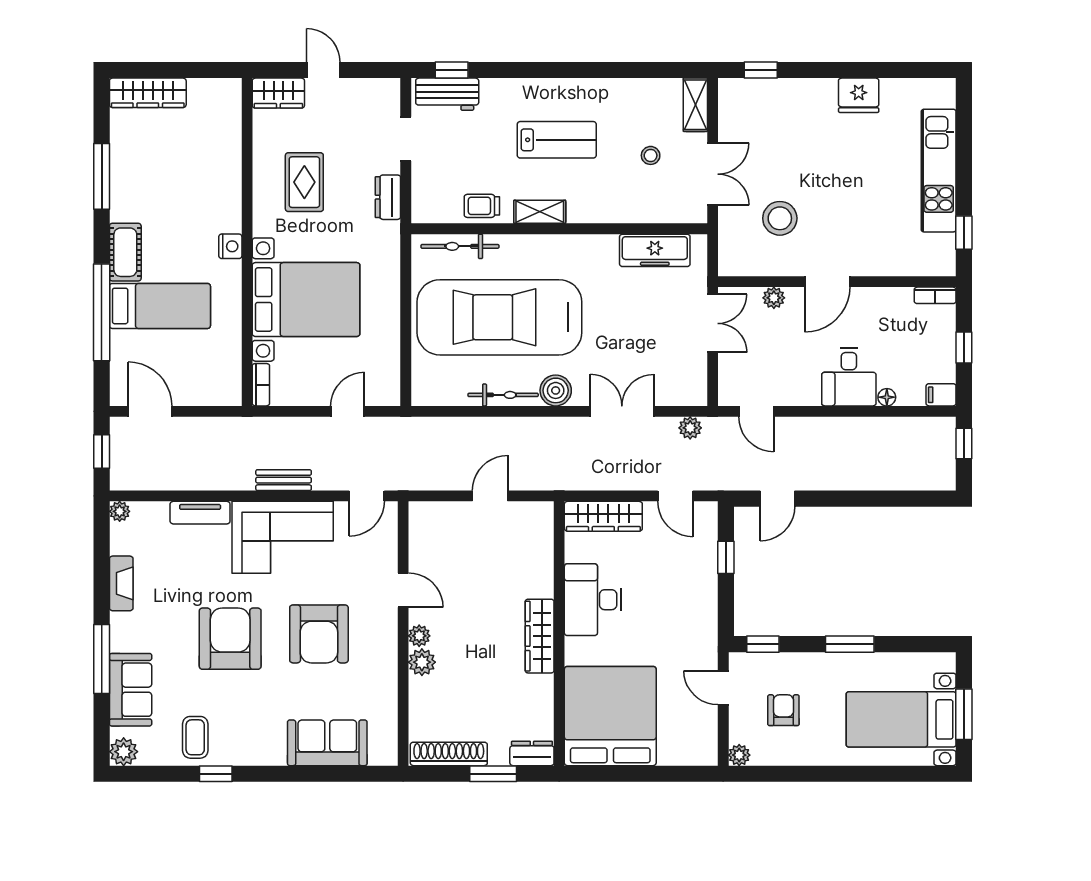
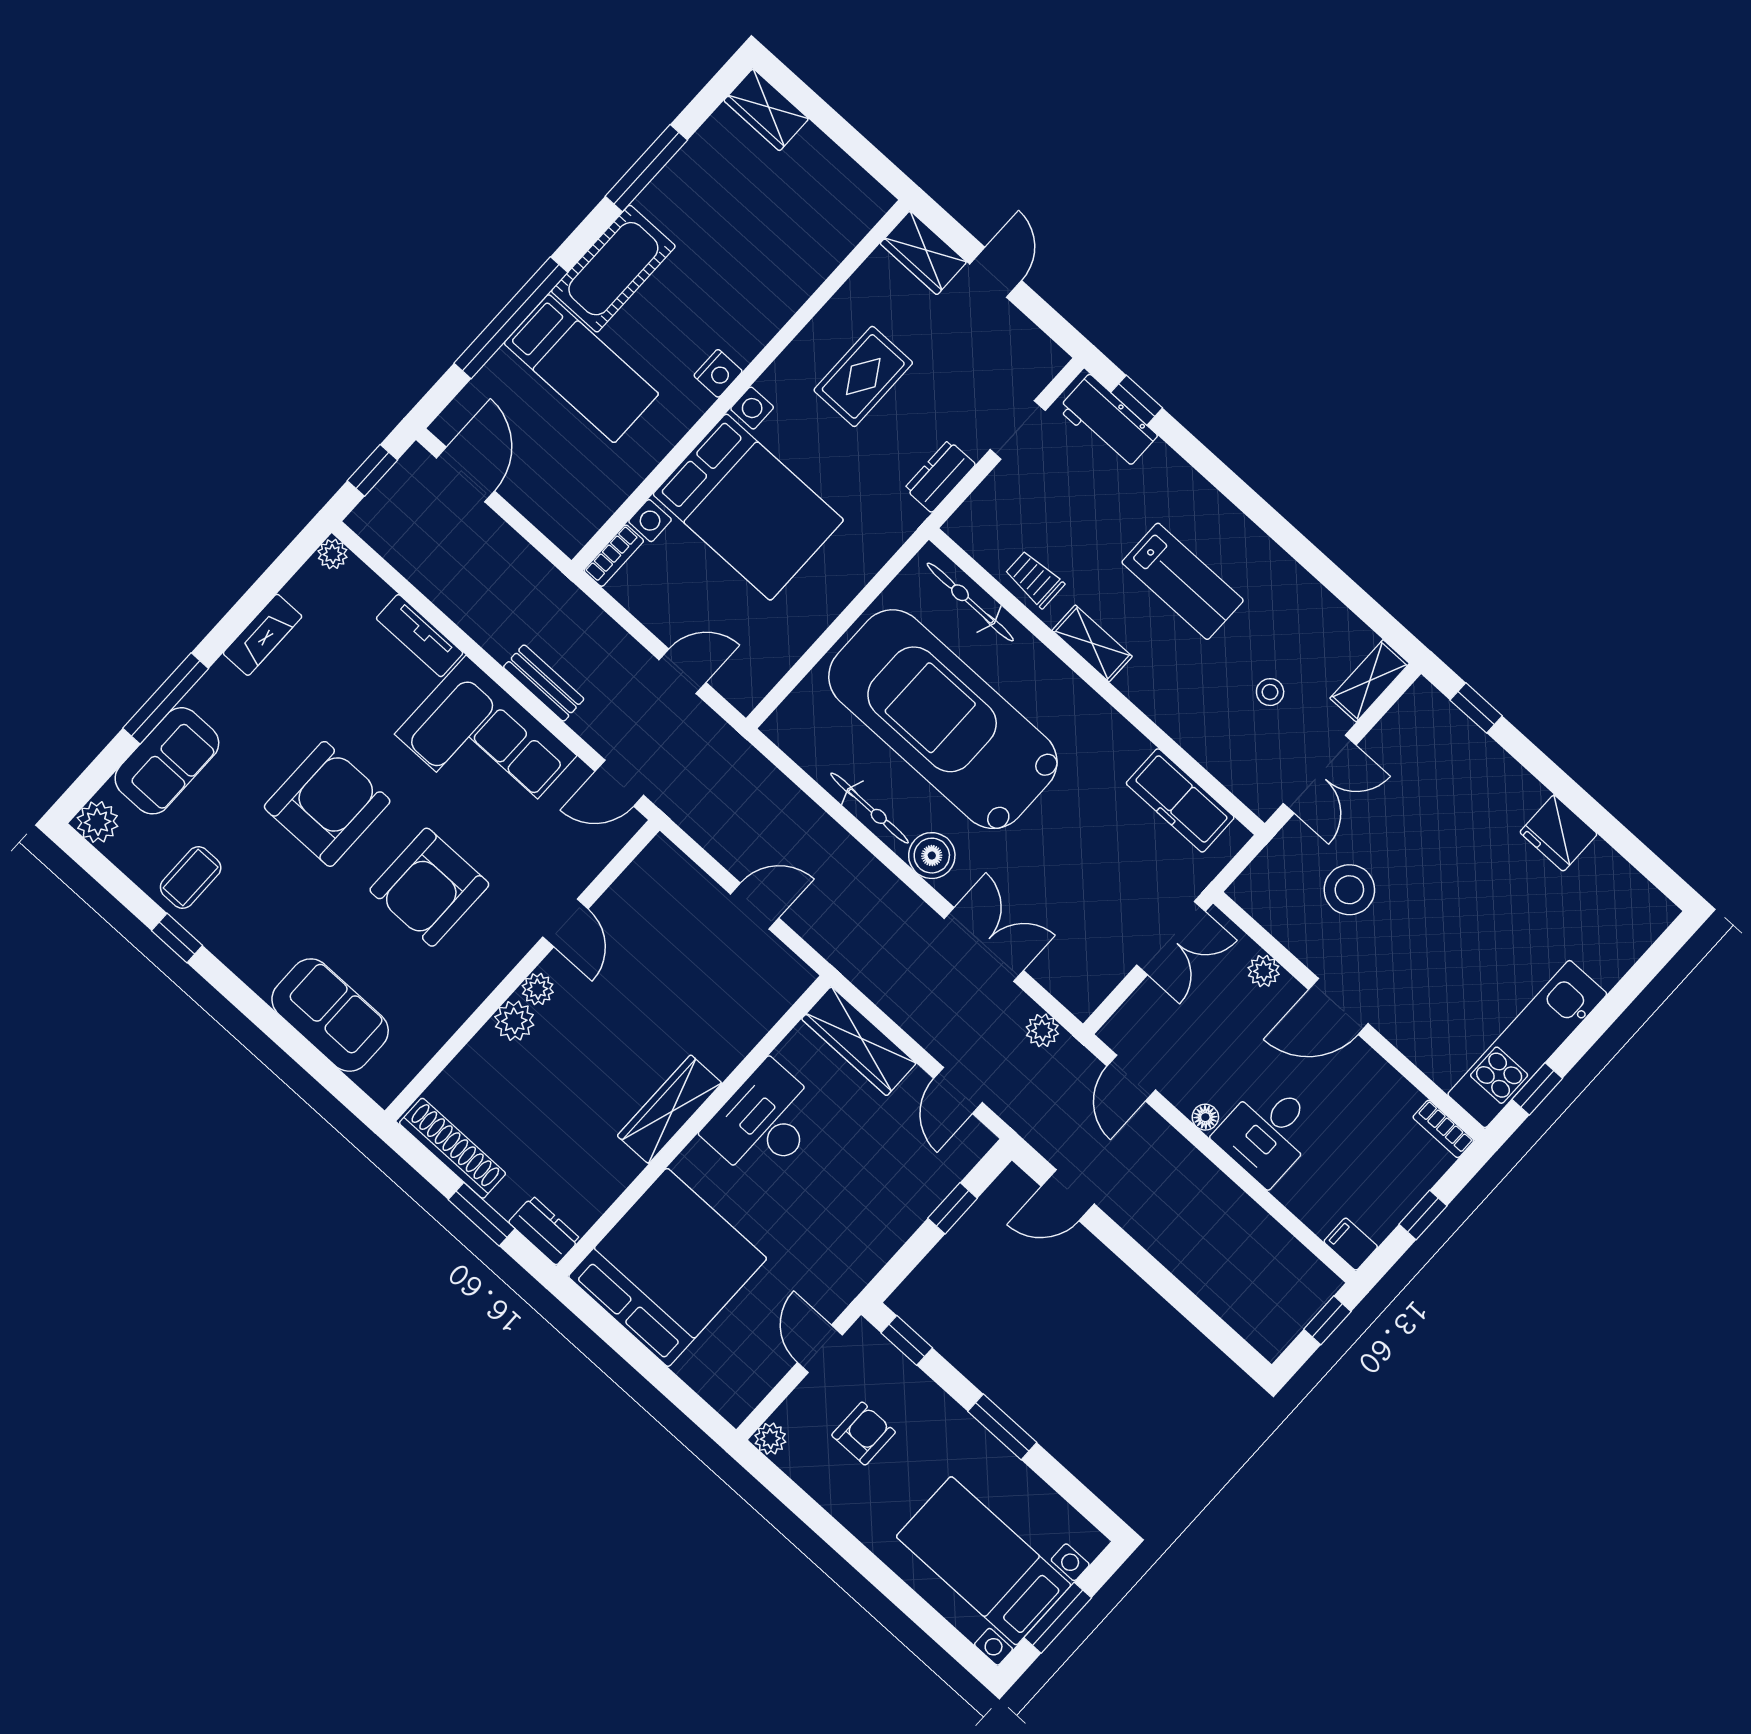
wardrobe: (148, 93) -> (766, 110), width x0.67
kitchen unit: (939, 171) -> (1527, 1044), moved
cot: (125, 252) -> (613, 269), width x1.37, depth x1.34
floor lamp: (887, 397) -> (1205, 1117), moved

